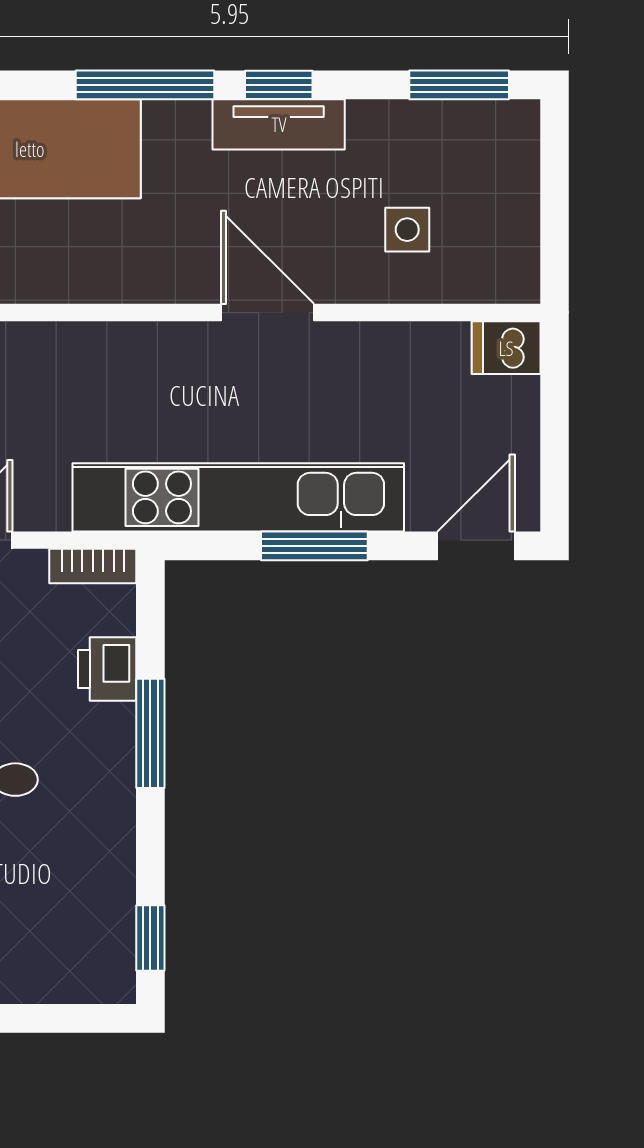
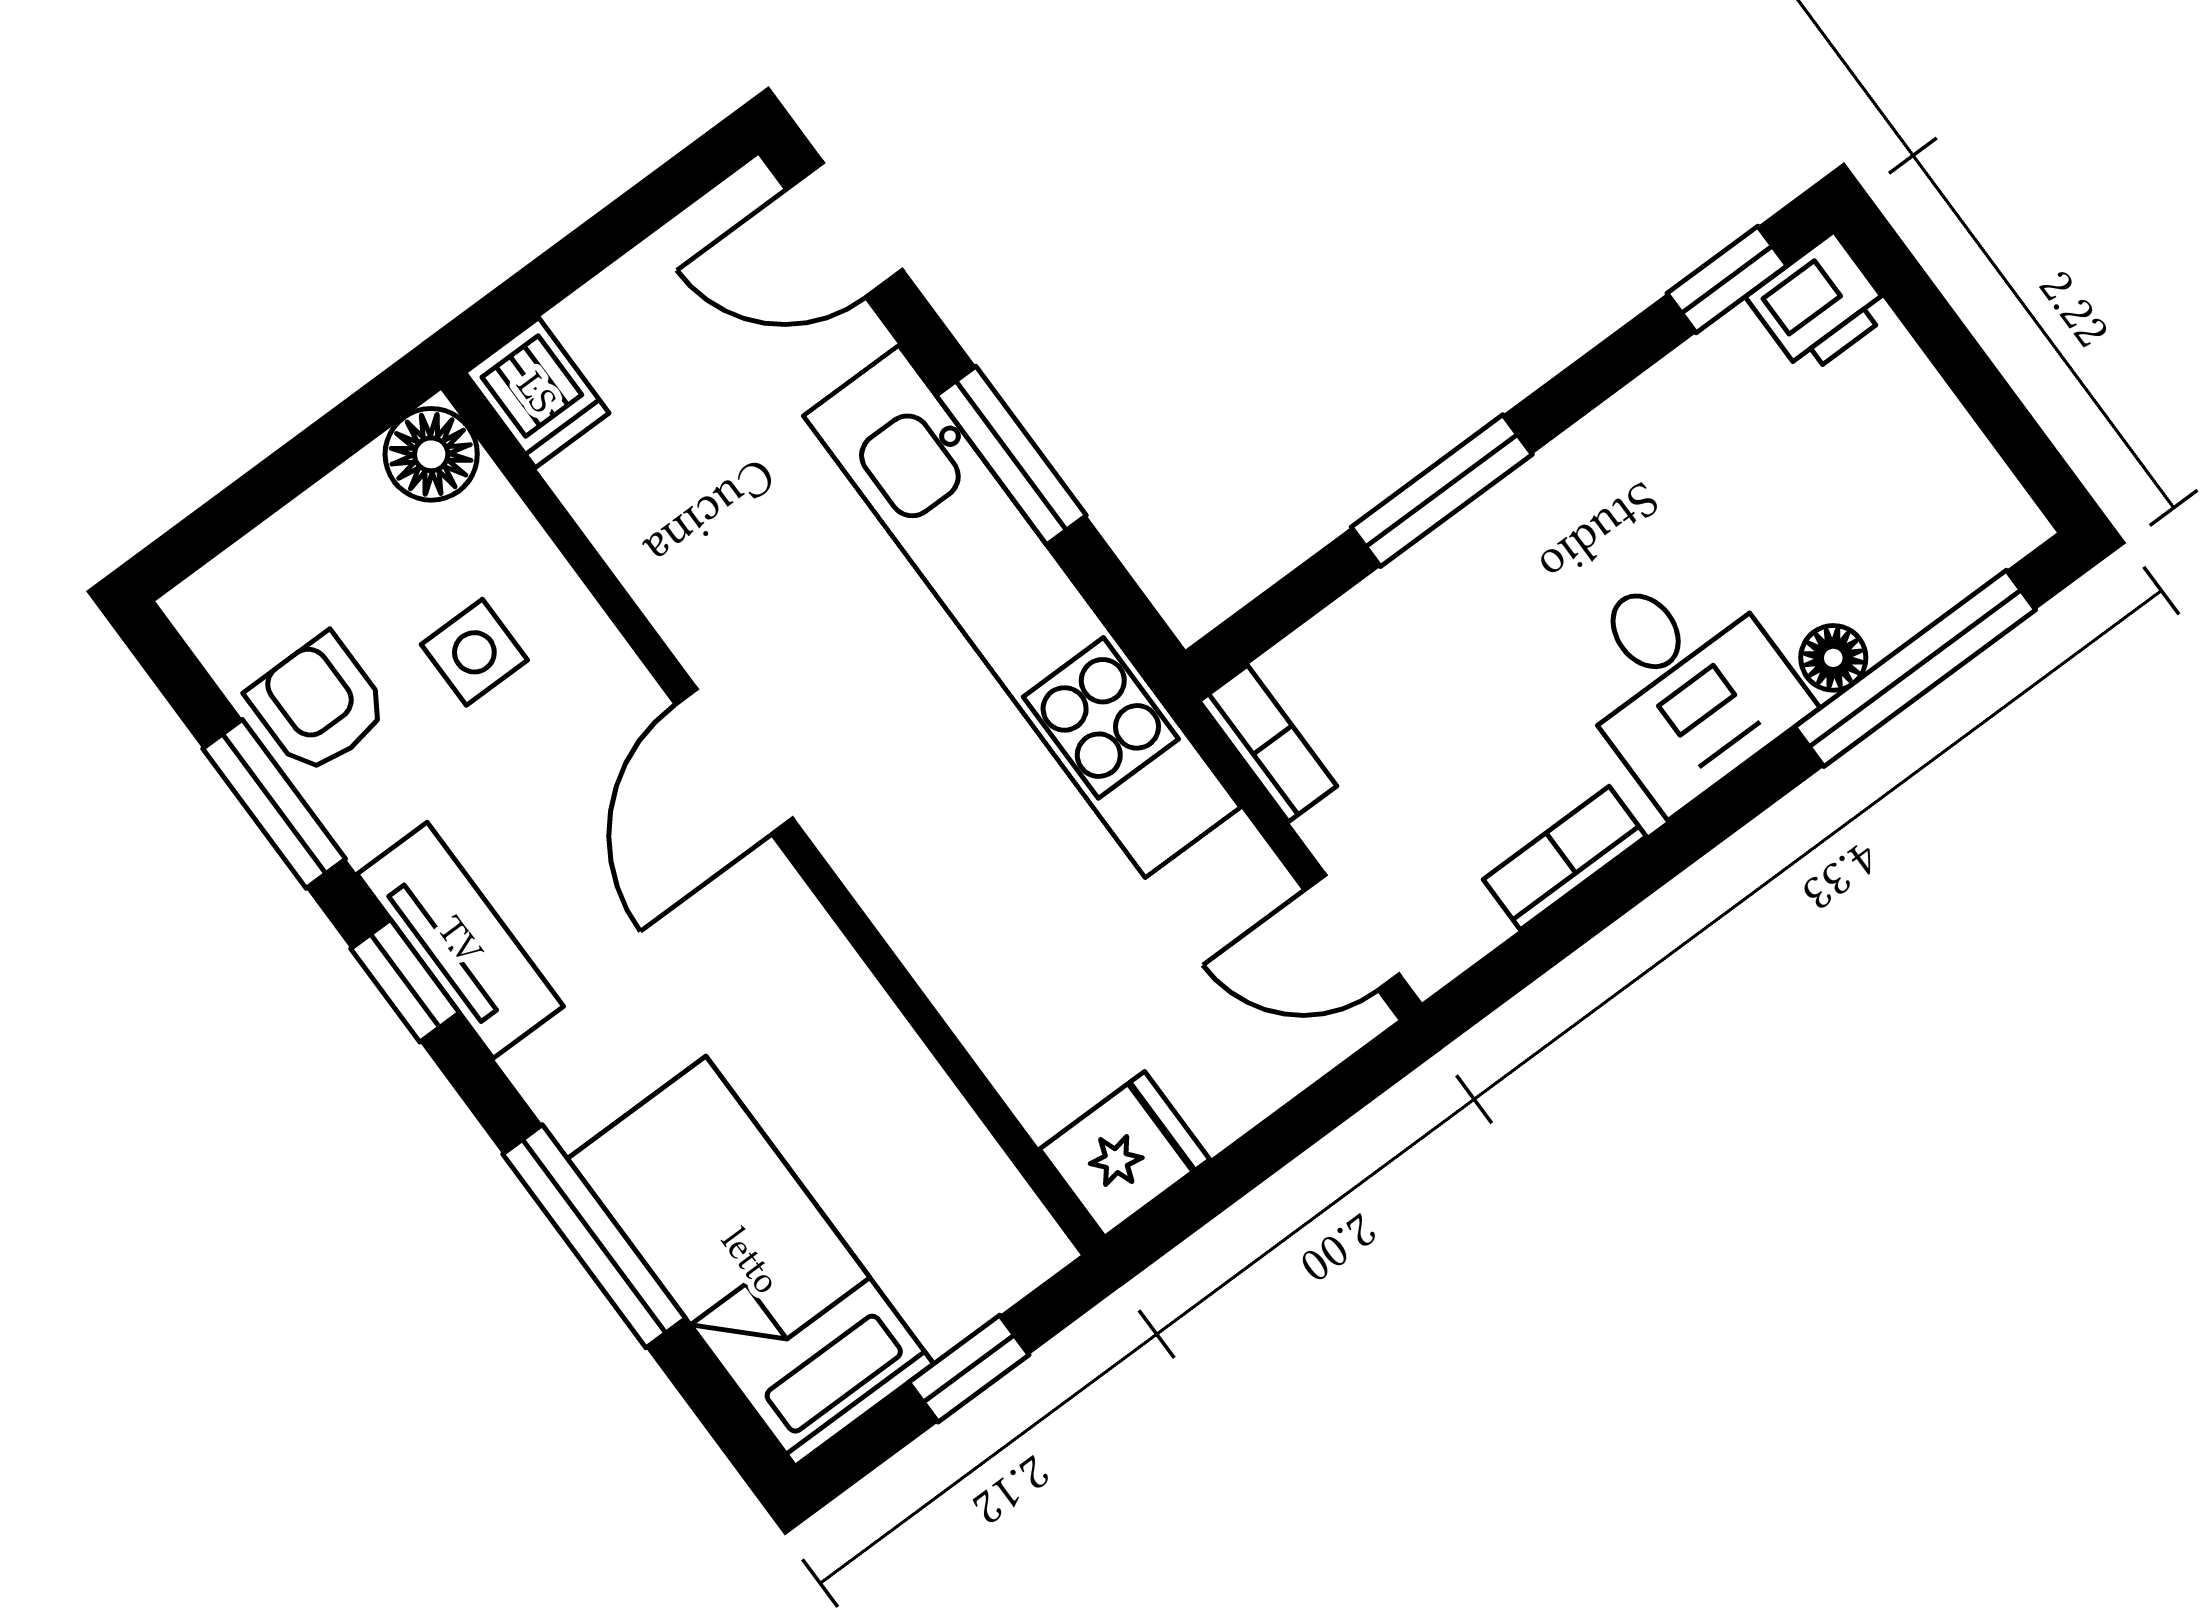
window: (145, 85) -> (594, 1236), moved
window: (459, 85) -> (274, 804), moved
armchair: (437, 139) -> (319, 704), added
floor lamp: (514, 277) -> (431, 454), added
printer: (107, 669) -> (1819, 304), moved

